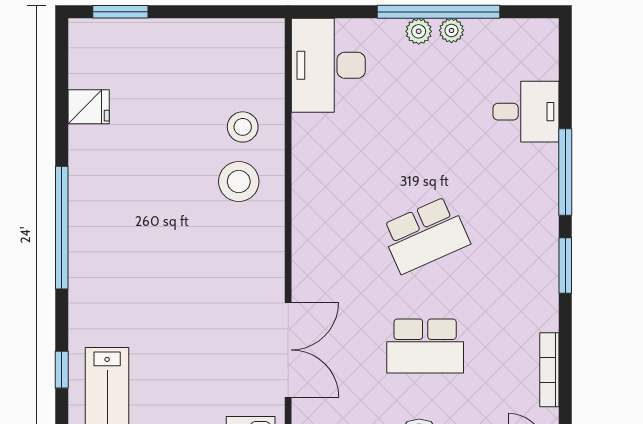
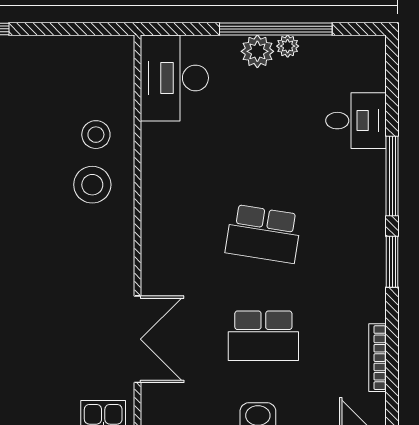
plant: (419, 31) -> (257, 51), width x1.38, depth x1.38
school desk: (425, 235) -> (263, 234), turned 33

